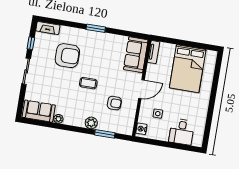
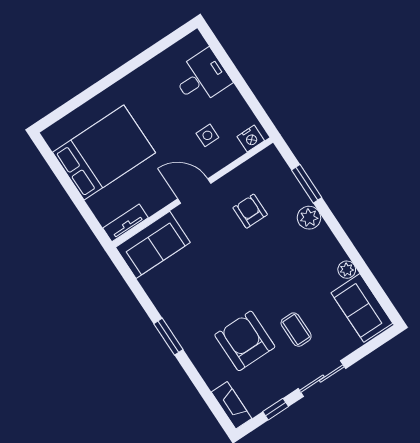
coffee table: (88, 83) -> (296, 330), moved

